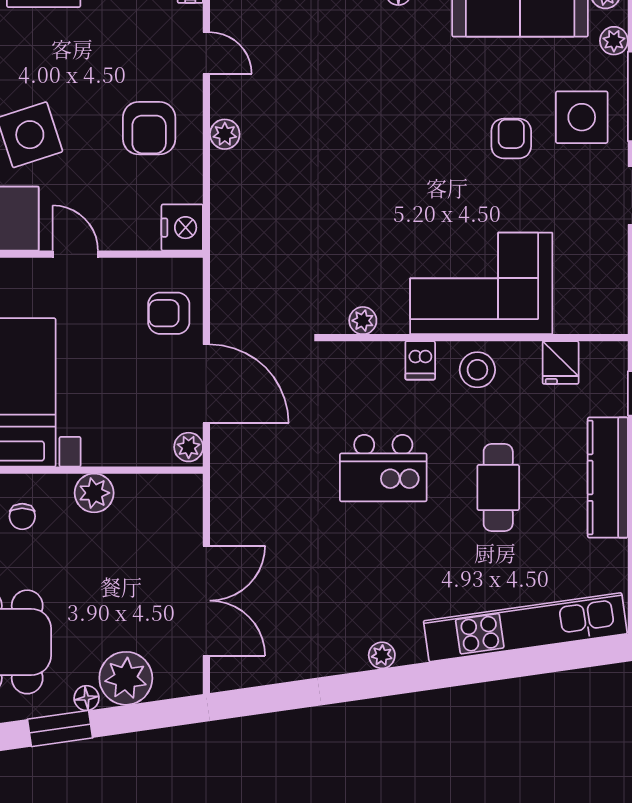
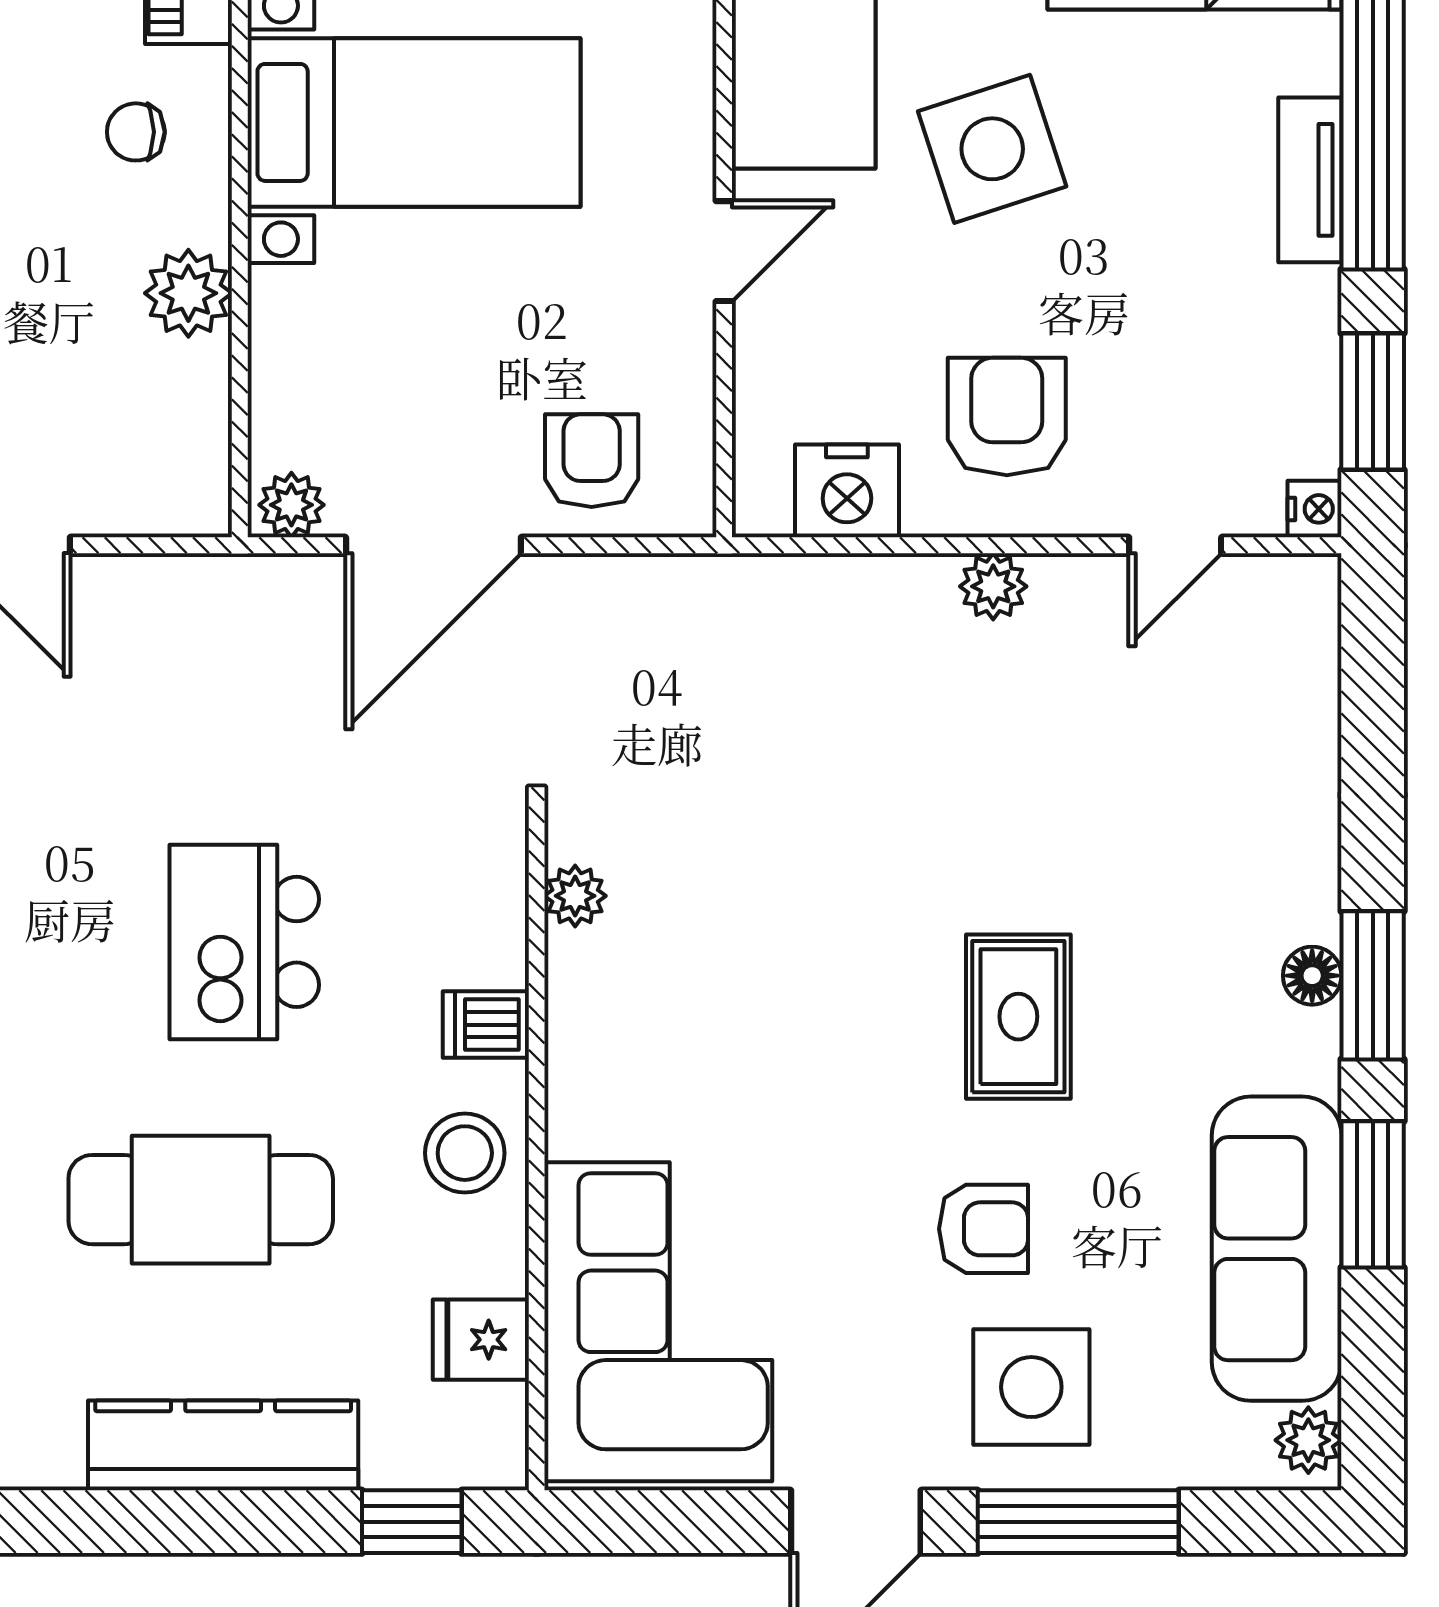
plant: (614, 41) -> (1203, 1459), removed
rug: (417, 123) -> (1018, 1017), added
armchair: (149, 128) -> (1007, 416), turned 90
nightstand: (182, 228) -> (847, 491), moved
corner sofa: (481, 283) -> (658, 1322), moved
cafe table: (498, 488) -> (201, 1200), width x1.37, depth x1.35

